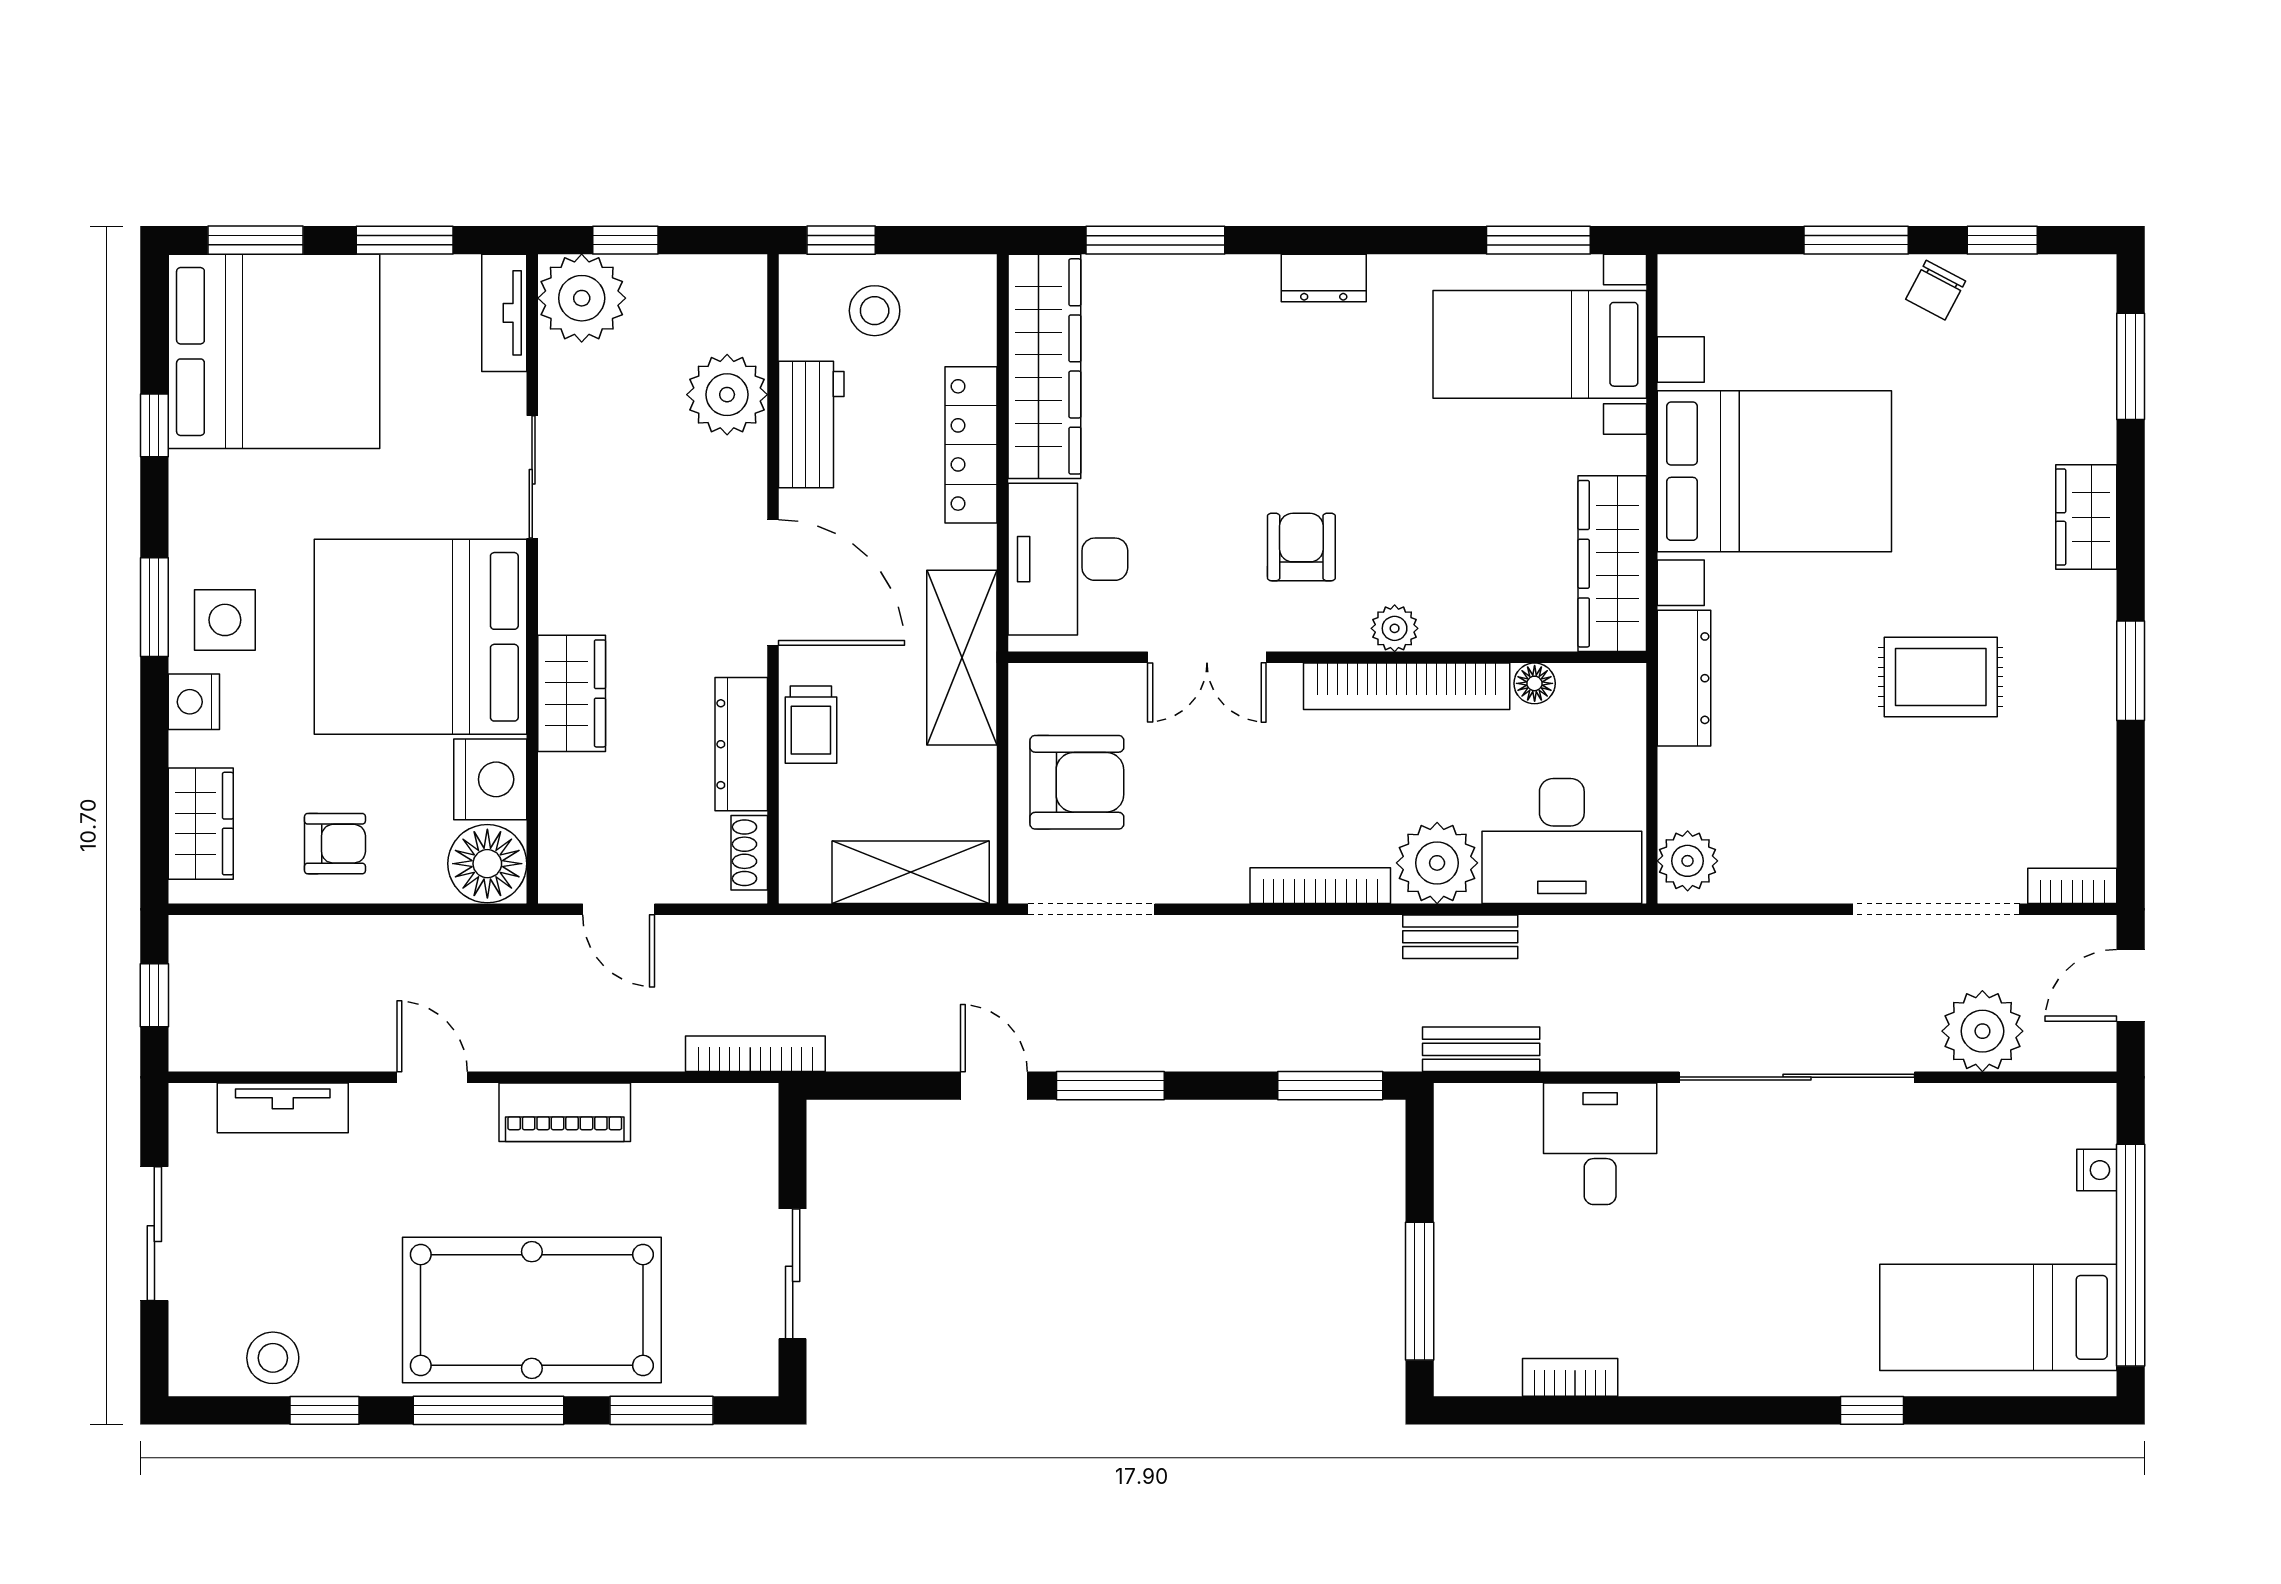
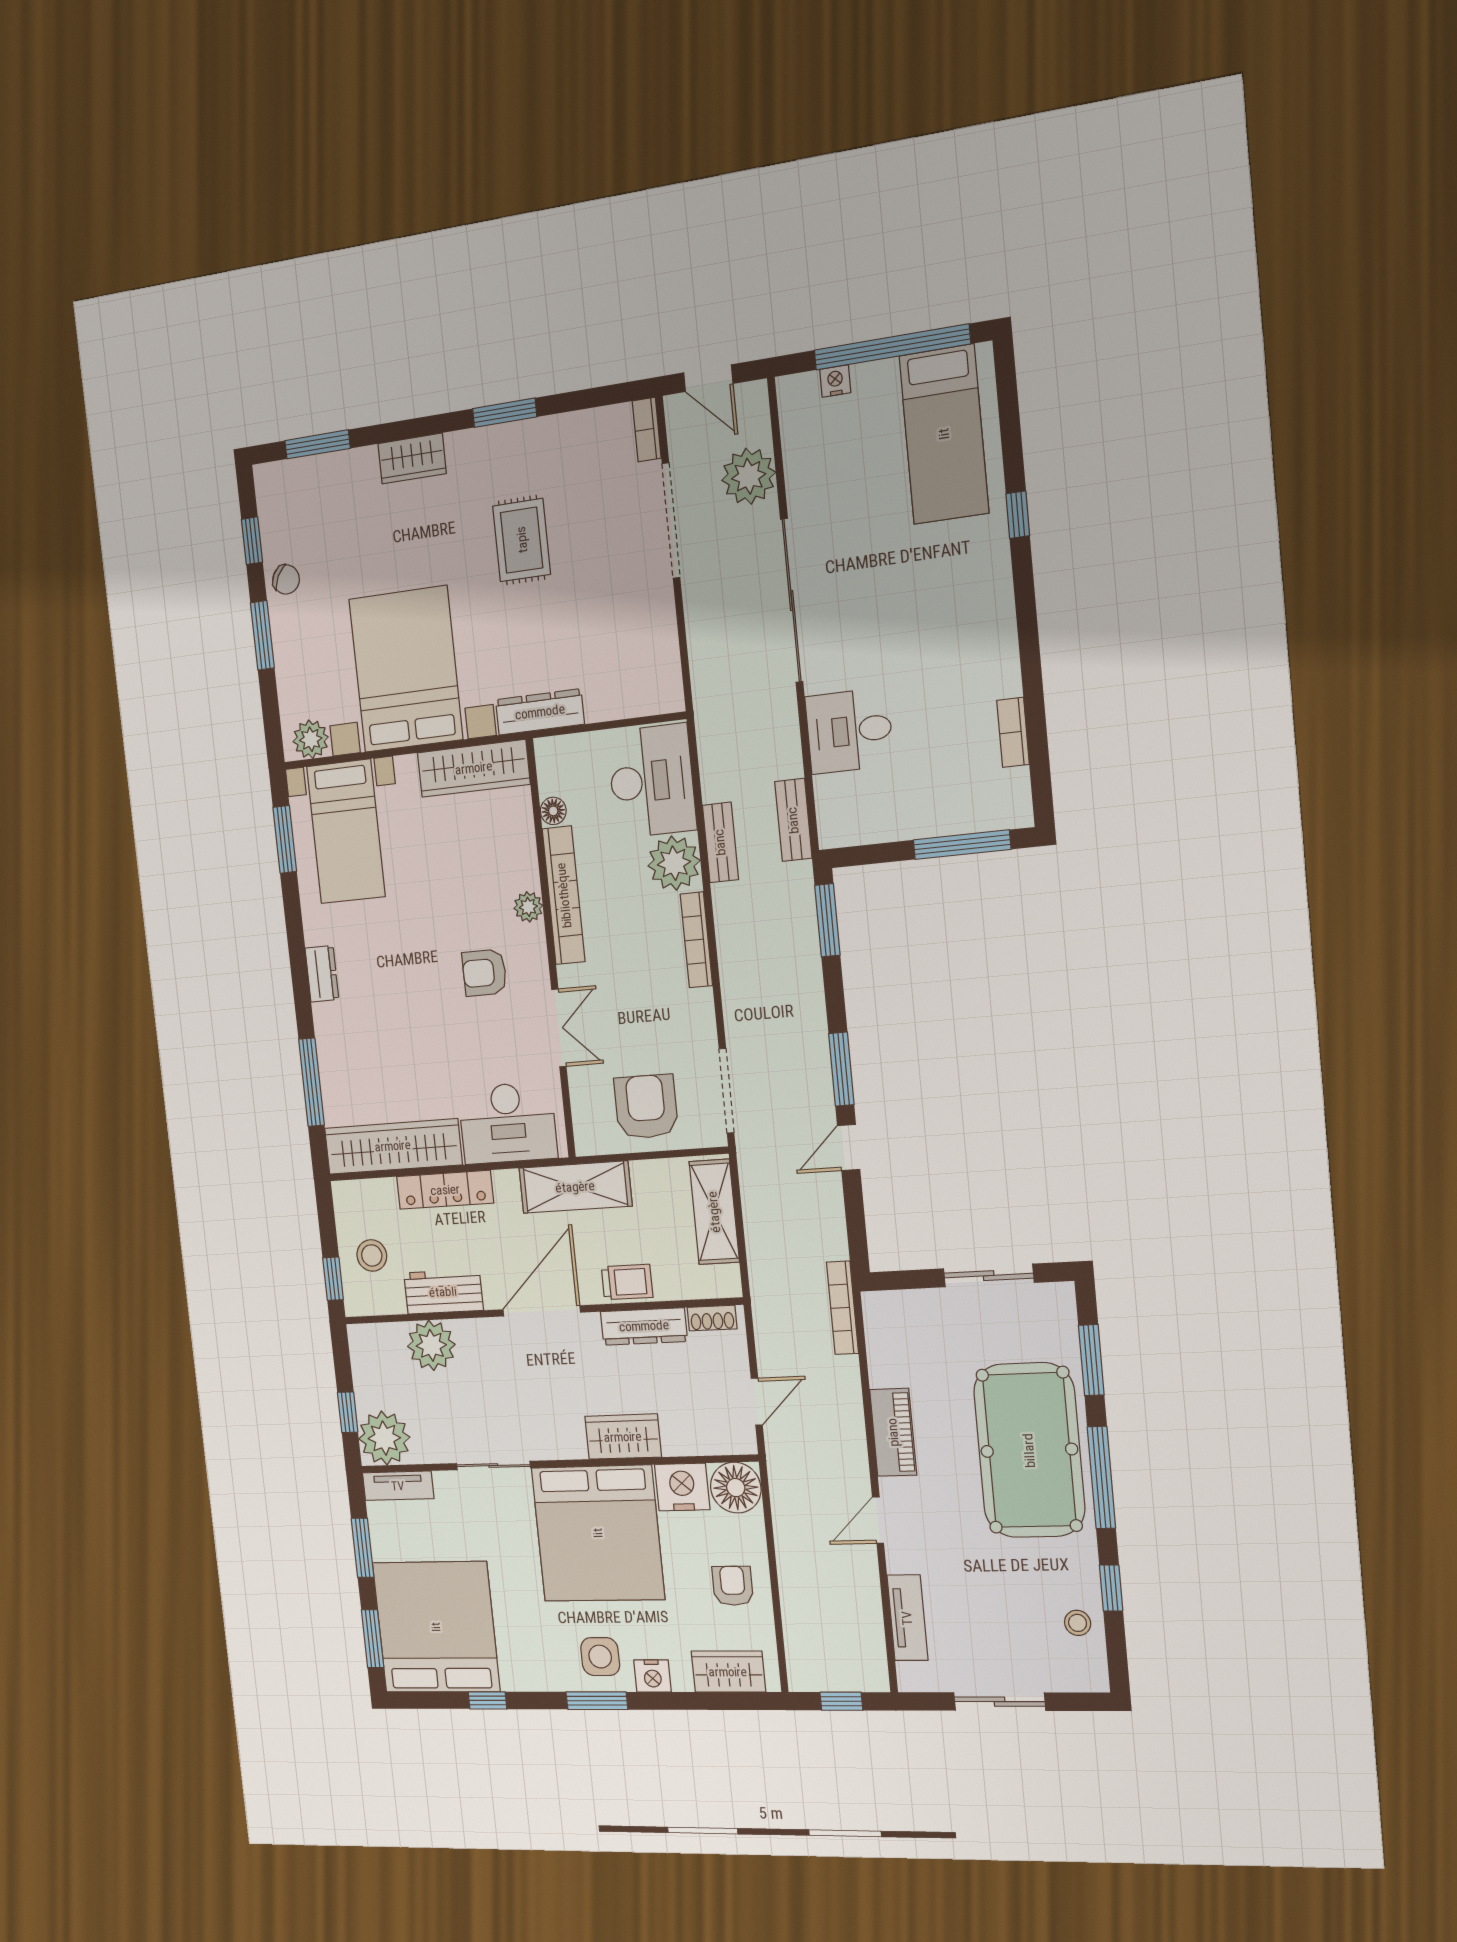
plant: (1688, 861) -> (311, 739), moved
stool: (273, 1358) -> (1078, 1623), width x0.73, depth x0.73

